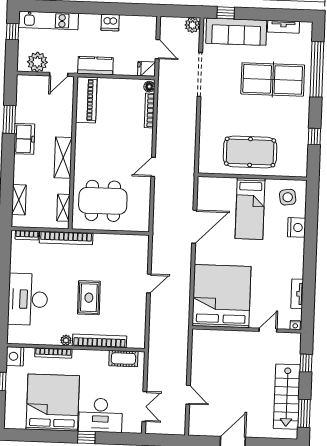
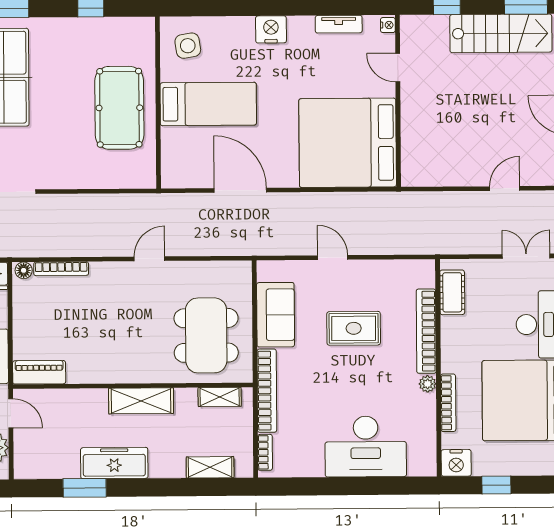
piano: (86, 100) -> (39, 372), width x0.73, depth x0.75
freezer: (24, 139) -> (114, 463), width x1.40
door: (153, 167) -> (149, 259), swing flipped
nightstand: (297, 227) -> (271, 29), moved
sofa: (114, 246) -> (276, 315), added
rug: (89, 298) -> (354, 328), moved

